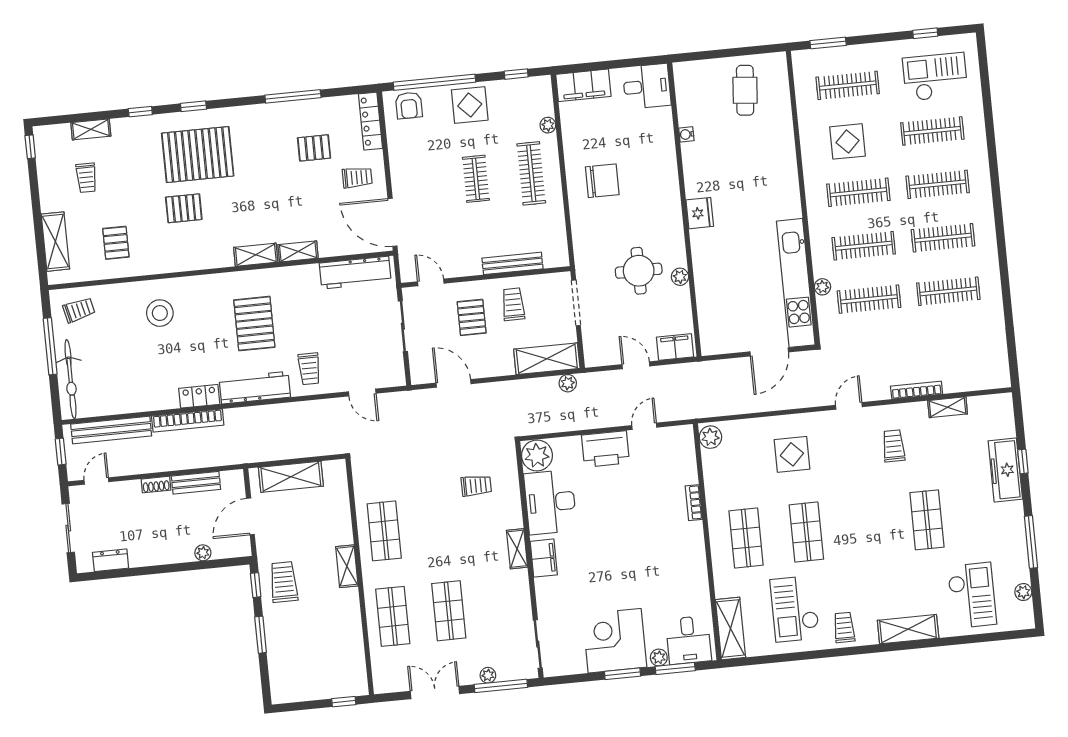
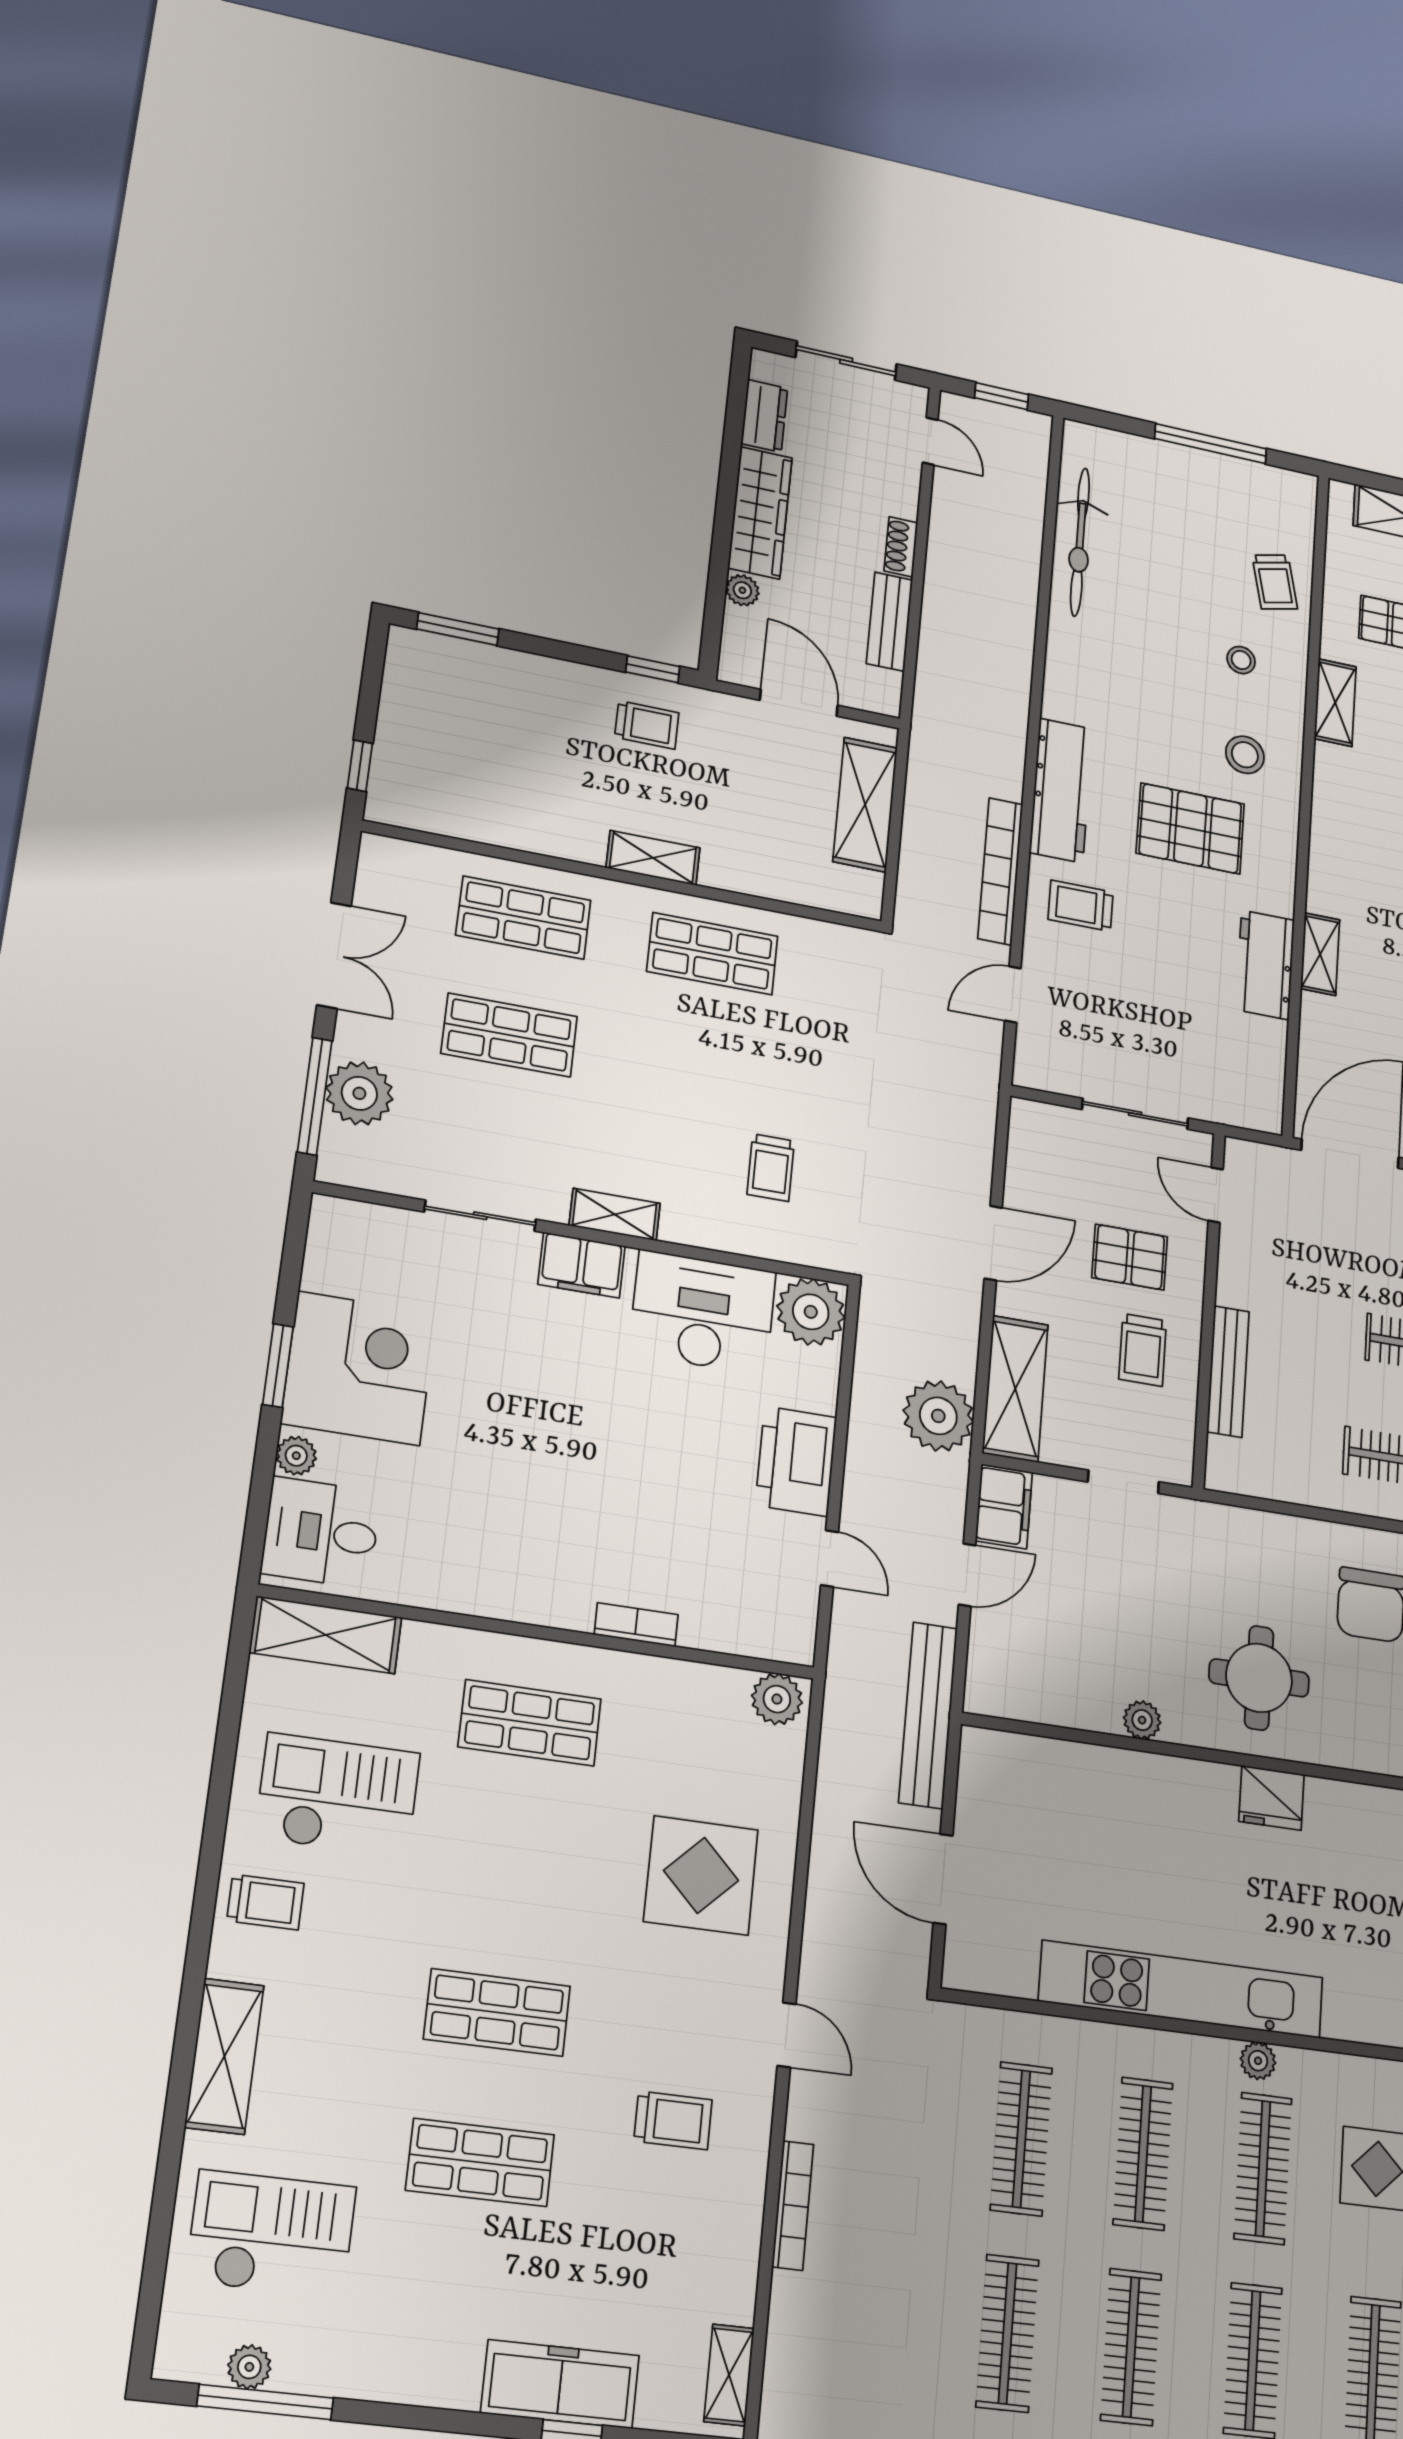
shelving: (256, 255) -> (1335, 703), moved
round table: (639, 271) -> (1259, 1678), moved
workbench: (355, 273) -> (1265, 965), moved, width x0.73
door: (431, 282) -> (1216, 1195), swing flipped
kitchen unit: (796, 283) -> (1182, 1989), moved
plant: (822, 287) -> (1258, 2061), moved
stool: (208, 303) -> (1245, 755), added
doorway: (576, 303) -> (1123, 1482), width x0.73
trolley: (513, 304) -> (1143, 1350), turned 90
trolley: (79, 310) -> (1275, 582), moved
stool: (160, 313) -> (1241, 660), width x0.53, depth x0.53
filing cabinet: (675, 347) -> (1004, 1506), moved
bicycle: (71, 379) -> (1080, 542), moved, turned -90
door: (453, 383) -> (993, 1243), moved
plant: (568, 383) -> (938, 1416), width x1.88, depth x1.88
locker: (199, 396) -> (1063, 681), removed
shelving: (948, 407) -> (729, 2375), moved
bookcase: (188, 421) -> (1000, 871), moved
bench: (111, 430) -> (928, 1715), moved
display table: (792, 454) -> (701, 1875), width x1.36, depth x1.36
shop shelf: (806, 532) -> (497, 2012), moved
window: (1031, 542) -> (265, 2402), moved
wardrobe: (161, 553) -> (760, 513), added
trolley: (284, 582) -> (647, 725), width x0.73, depth x0.72
checkout: (972, 595) -> (271, 2234), turned 180
window: (261, 635) -> (458, 629), moved
sliding door: (538, 644) -> (480, 1216), moved
window: (675, 669) -> (261, 1486), removed
plant: (488, 675) -> (359, 1093), width x1.87, depth x1.87

